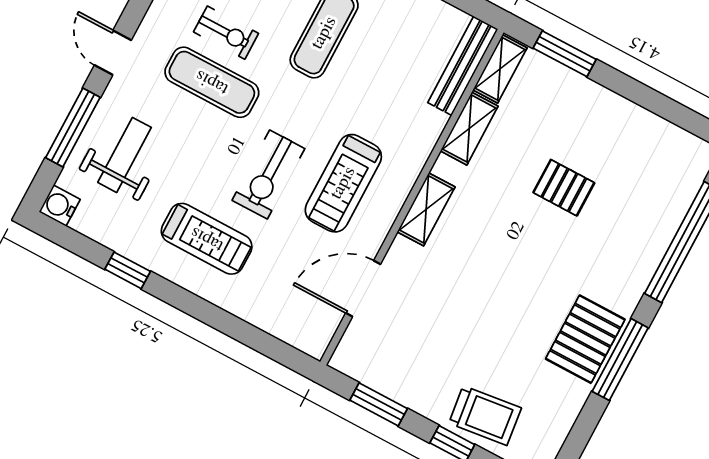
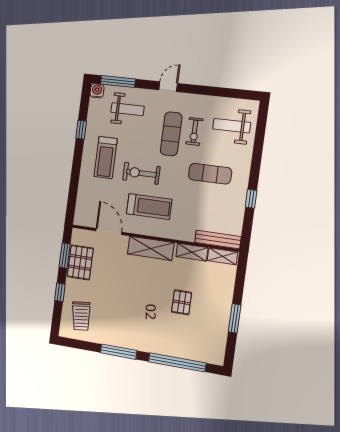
window: (565, 54) -> (235, 318), moved
window: (73, 128) -> (118, 82), moved
treadmill: (343, 183) -> (149, 207), turned 180
shelving: (426, 209) -> (151, 248), width x1.50, depth x1.33
pallet: (585, 339) -> (80, 262), moved, turned 90
trolley: (485, 416) -> (81, 316), moved

